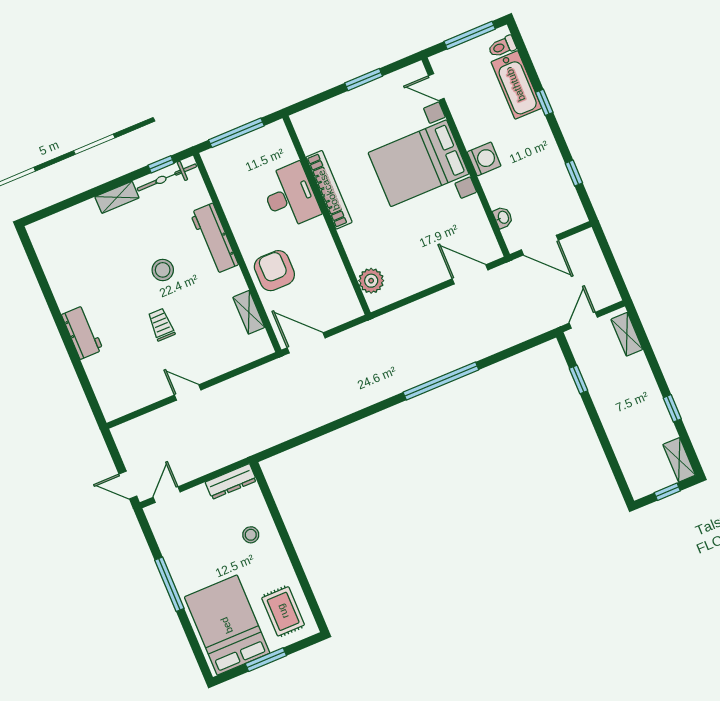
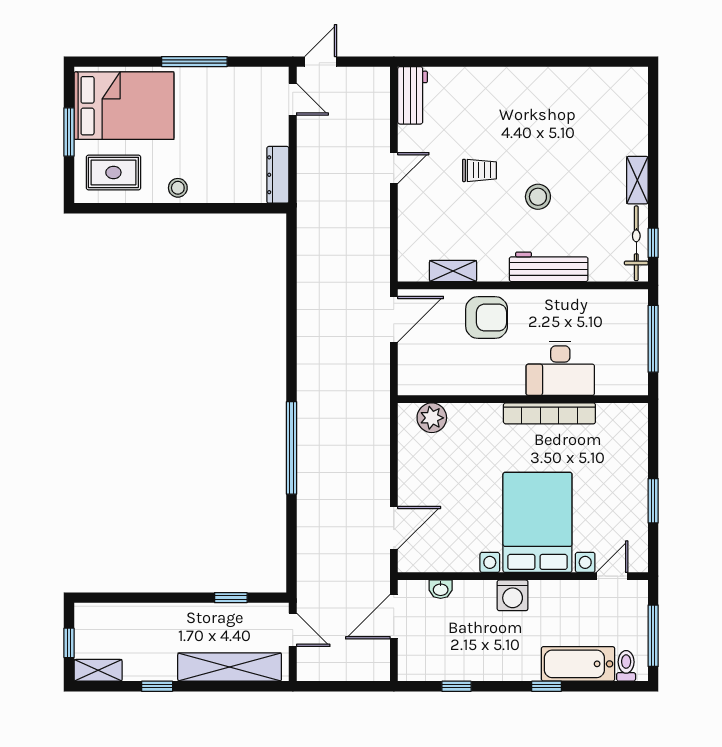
workbench: (82, 332) -> (413, 95), moved, turned -90
shelving: (627, 334) -> (230, 667), width x2.20, depth x1.33
stool: (251, 535) -> (178, 188), moved

